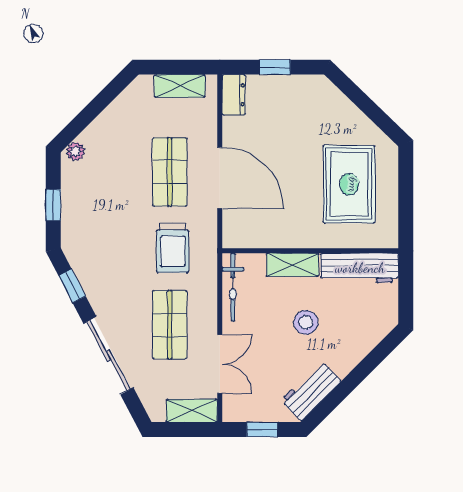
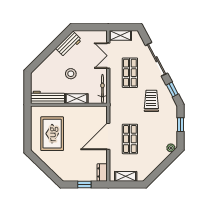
door: (220, 178) -> (108, 136), hinge flipped
trolley: (173, 248) -> (151, 101), moved
window: (262, 430) -> (90, 27), removed

